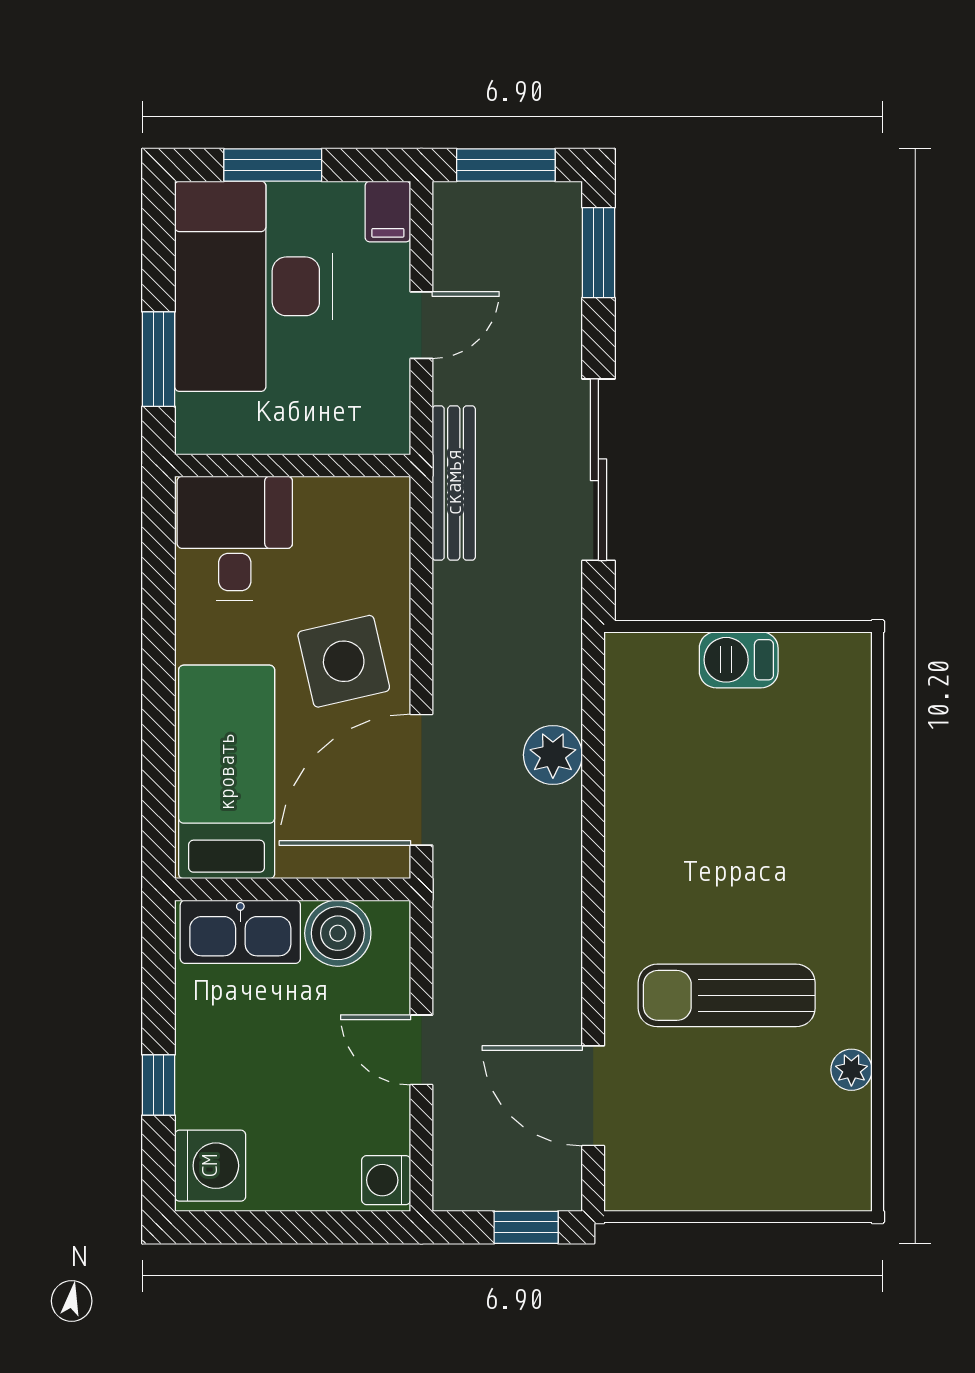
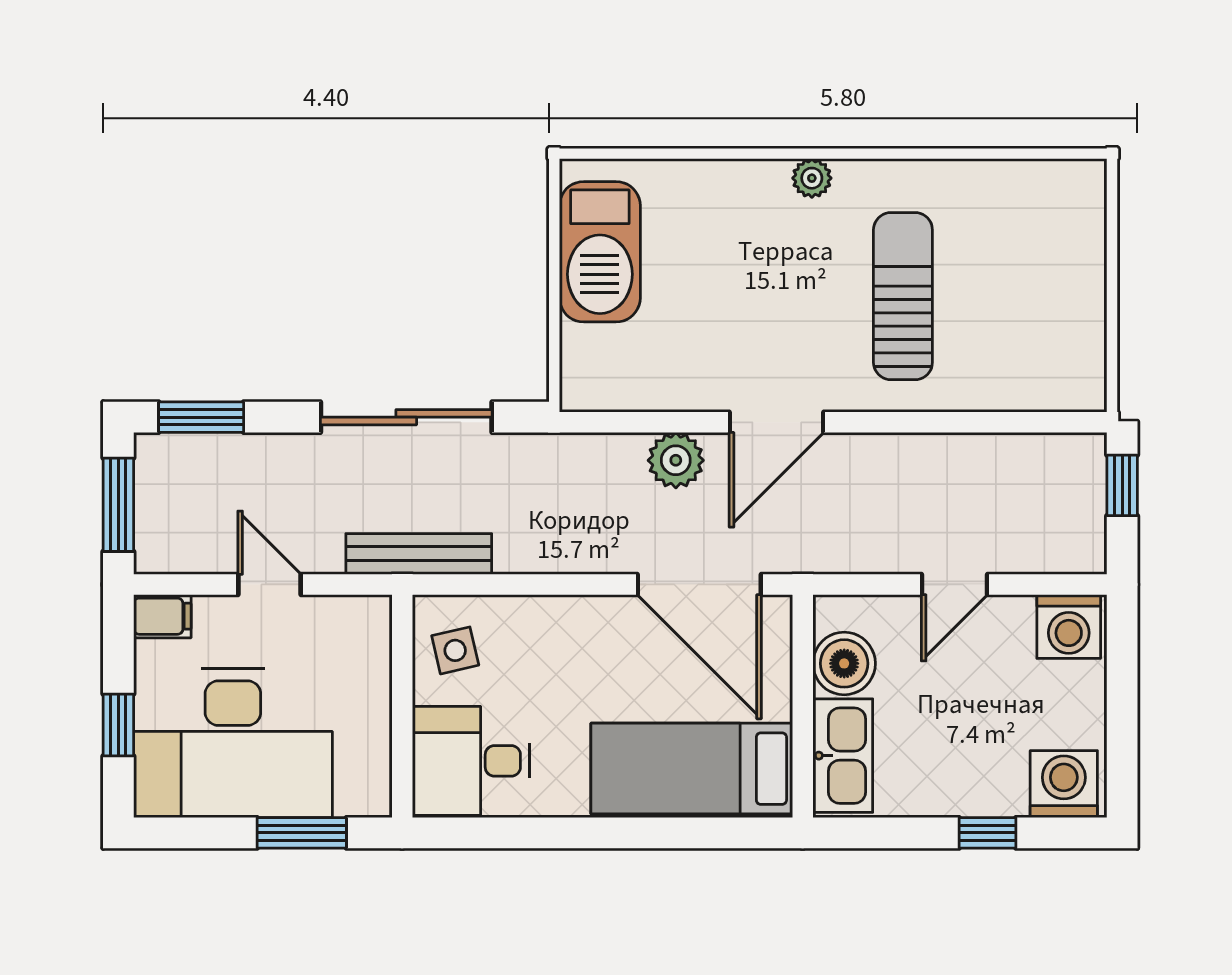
window: (273, 165) -> (118, 725), width x0.67
barbecue: (739, 660) -> (600, 252), width x1.88, depth x1.53
side table: (344, 661) -> (455, 650), moved, width x0.54, depth x0.54
sun lounger: (727, 995) -> (903, 296), turned 180
plant: (851, 1070) -> (812, 178), moved
door: (593, 1096) -> (777, 422), moved
washing machine: (386, 1180) -> (1069, 627), width x1.38, depth x1.38

